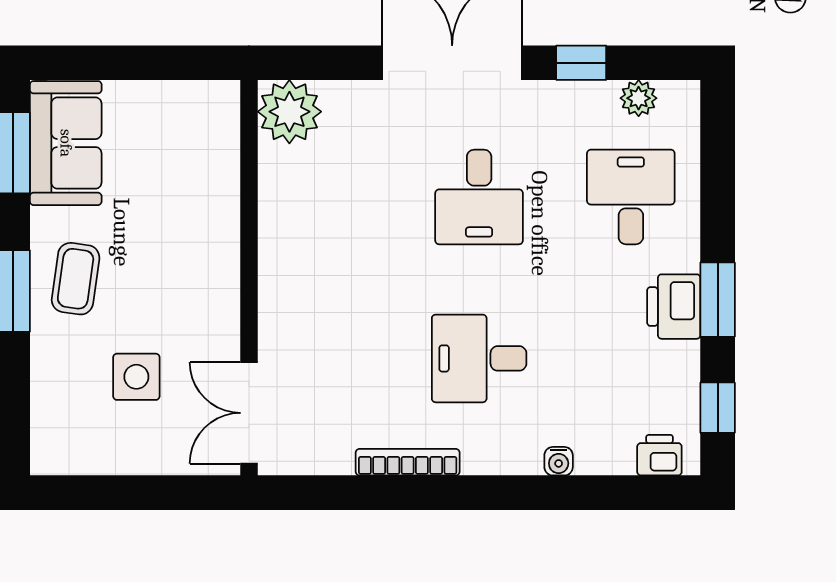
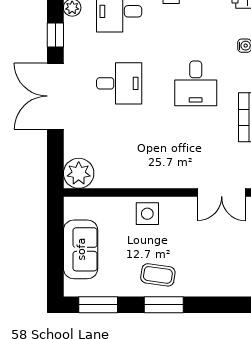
sofa: (66, 143) -> (81, 249), moved, turned 90
side table: (136, 377) -> (147, 214), moved

